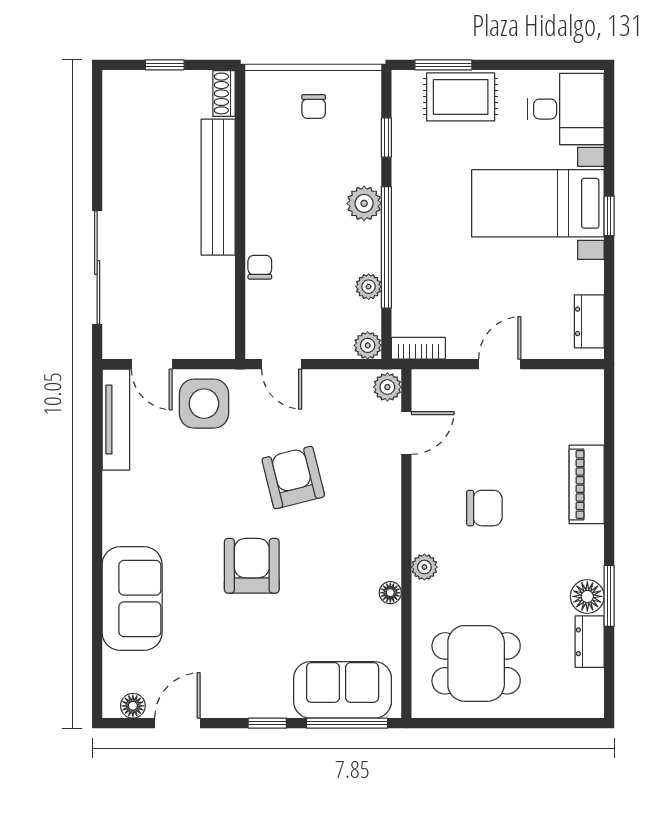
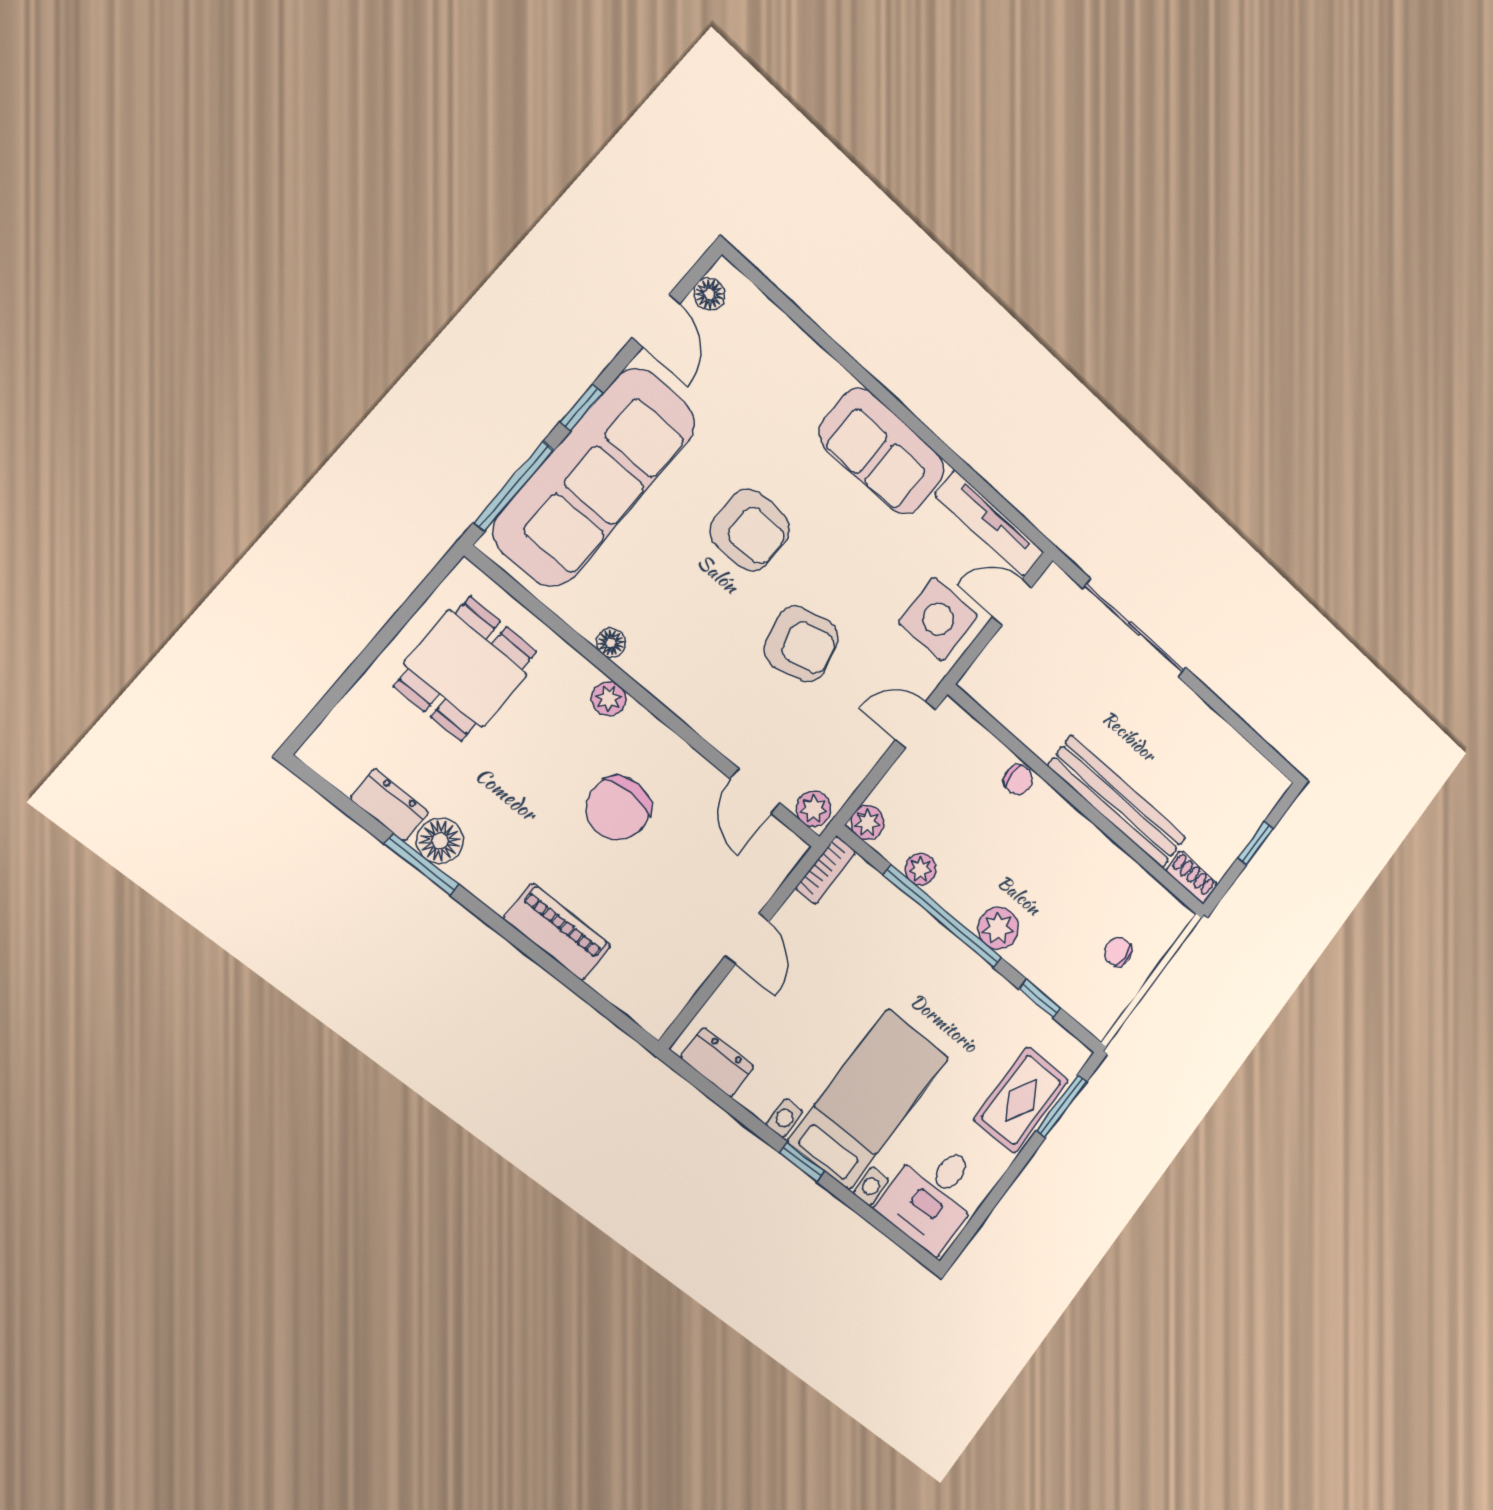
chair: (484, 508) -> (618, 808), width x1.37, depth x1.37
sofa: (132, 599) -> (882, 451), moved
sofa: (343, 690) -> (595, 477), width x1.85, depth x1.27

